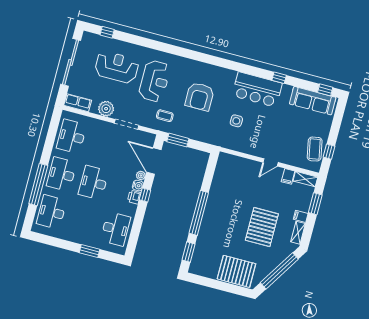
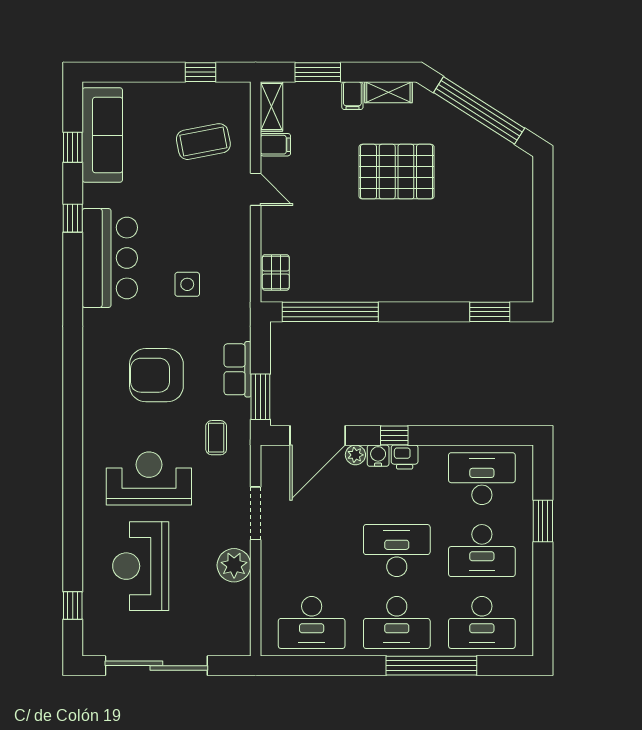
window: (325, 90) -> (73, 147), moved
armchair: (200, 96) -> (156, 375), turned 180
row of seats: (78, 103) -> (237, 369), moved
coffee table: (315, 149) -> (203, 142), moved
desk: (93, 183) -> (397, 551), turned 180
window: (199, 213) -> (330, 312), moved
desk: (84, 220) -> (482, 551), added
pallet: (236, 271) -> (276, 272), moved, width x0.49, depth x0.50

